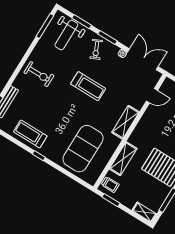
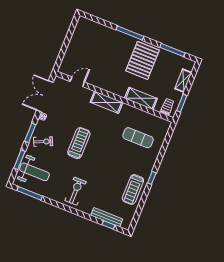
door: (152, 96) -> (77, 82), hinge flipped
exercise mat: (83, 149) -> (138, 138), width x0.50, depth x0.69
shelving: (144, 212) -> (183, 81), moved

